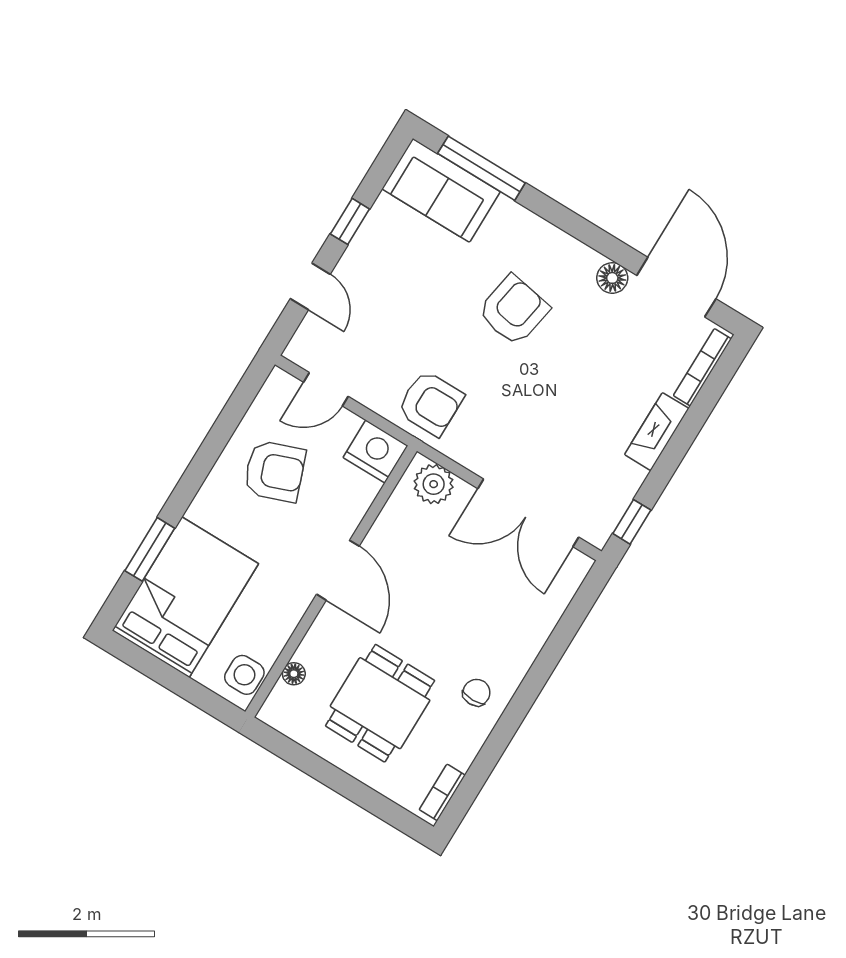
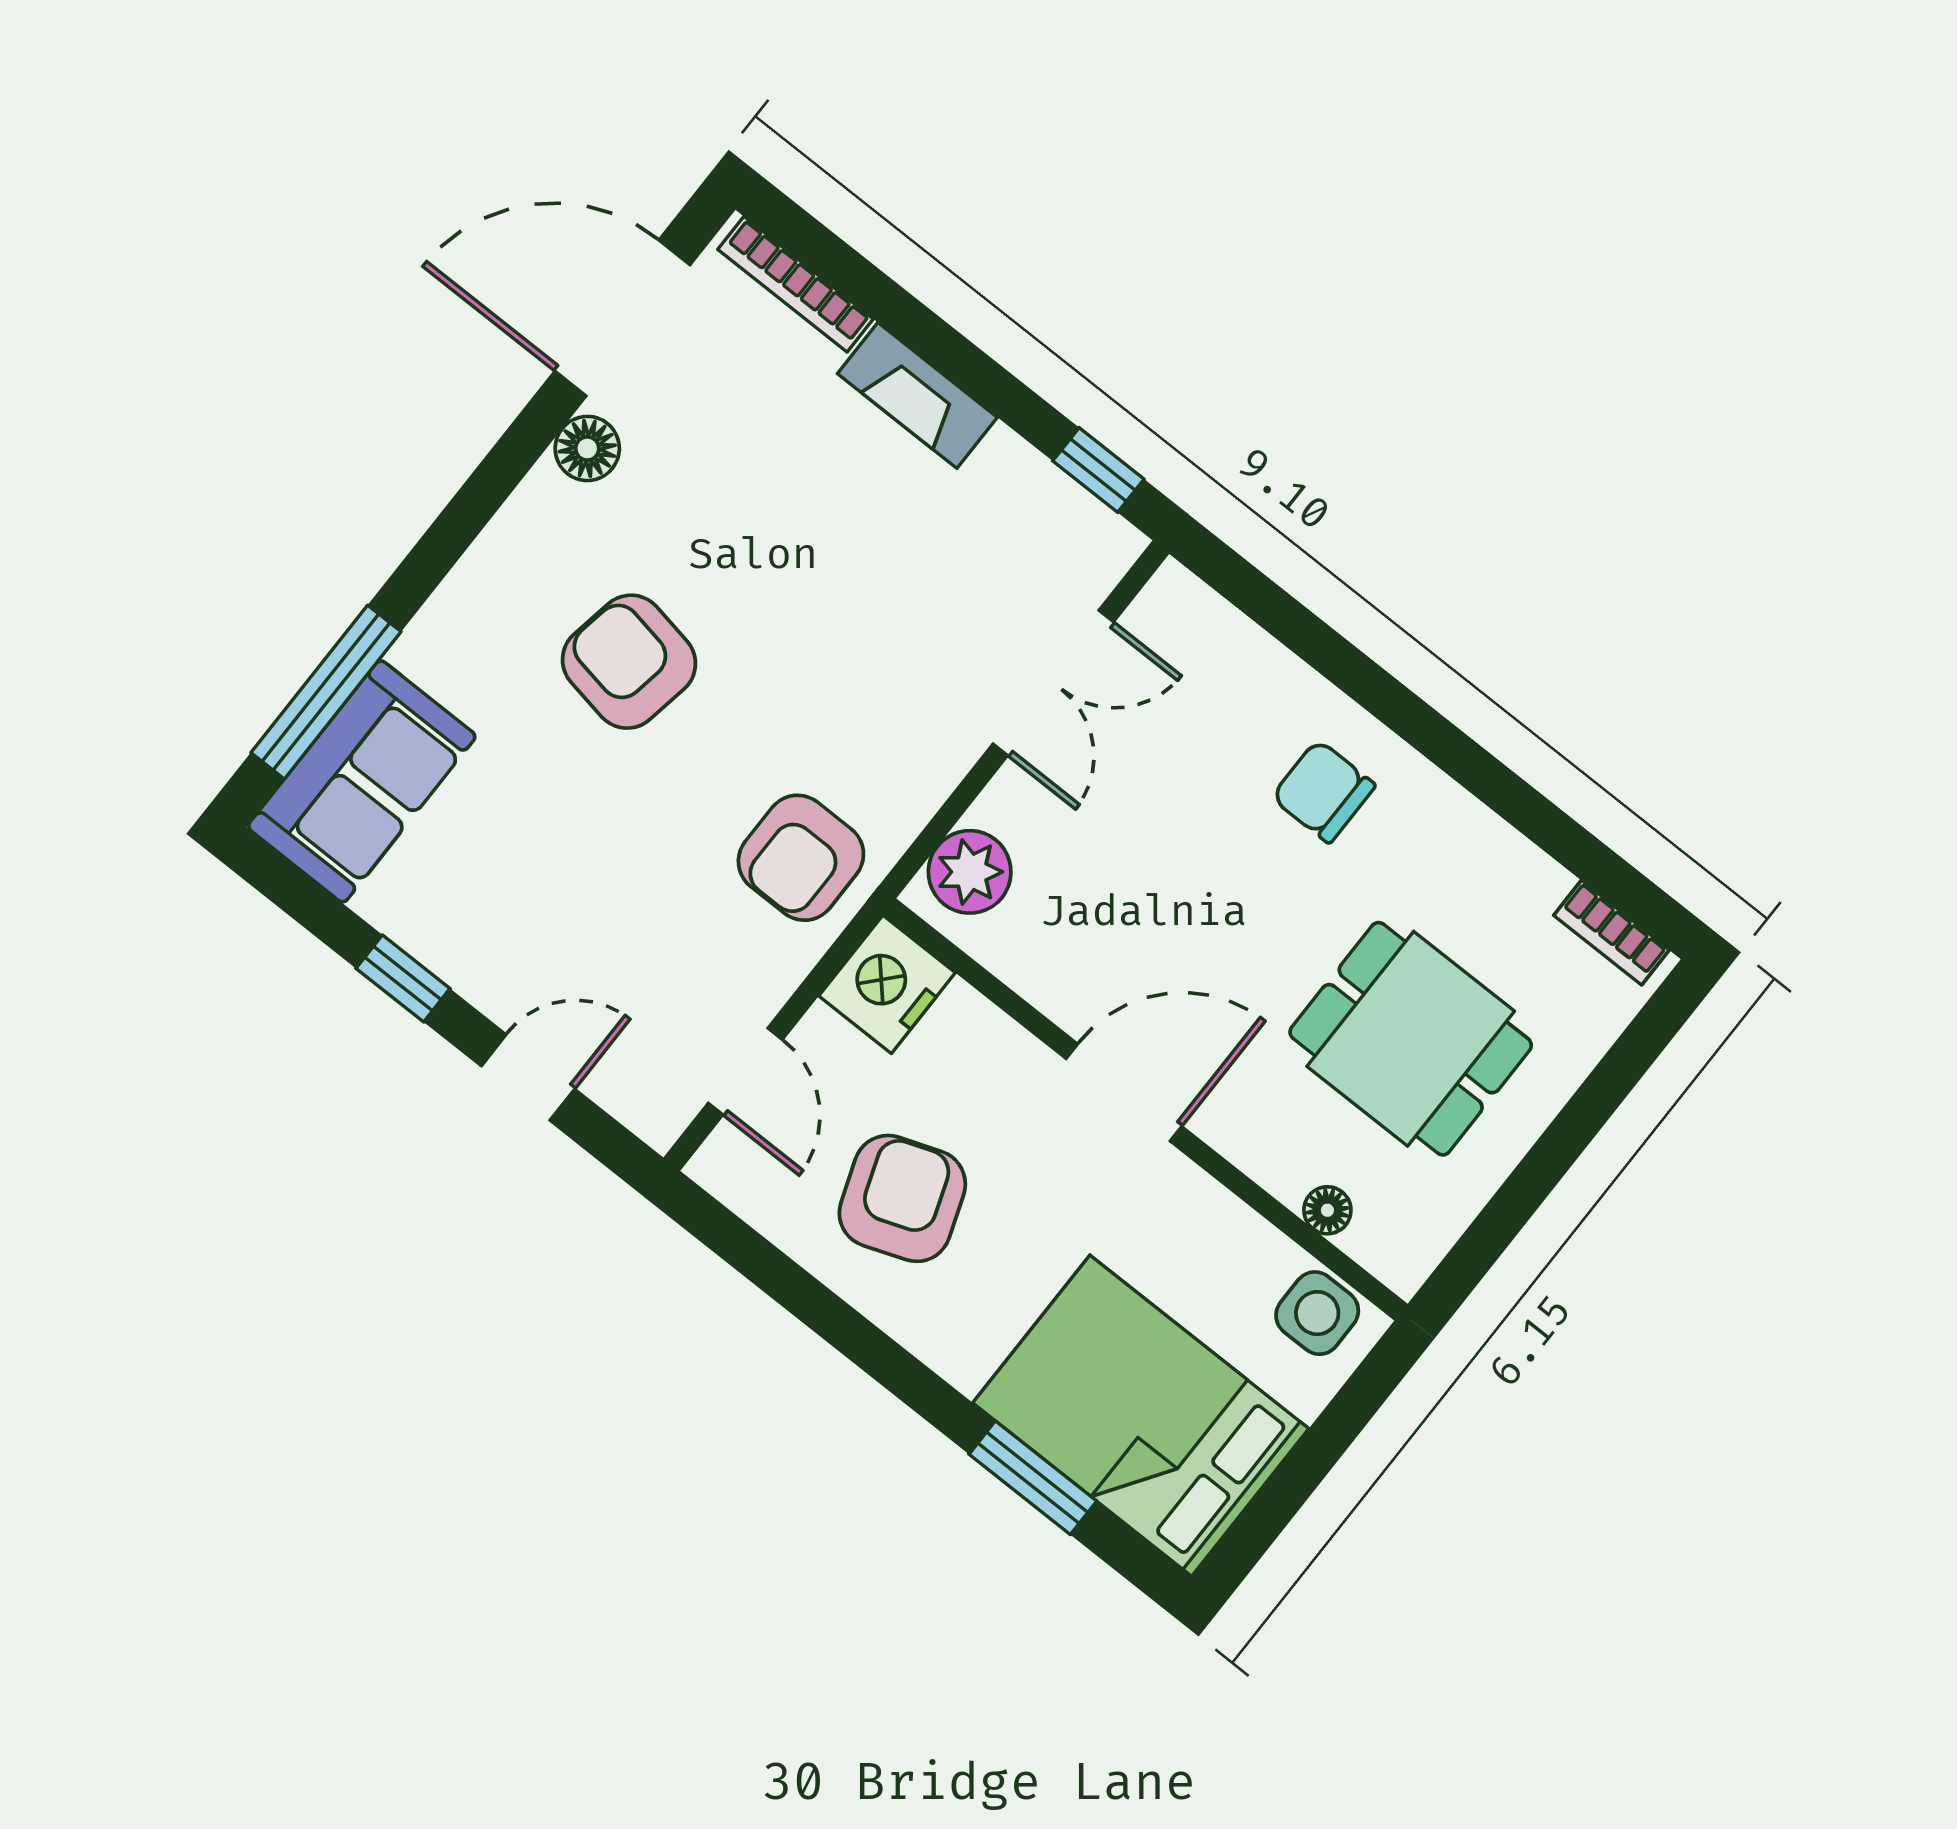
armchair: (430, 403) -> (801, 858), turned 180
double door: (528, 513) -> (1053, 683), width x0.73
chair: (476, 693) -> (1323, 791), moved, width x1.37, depth x1.37

